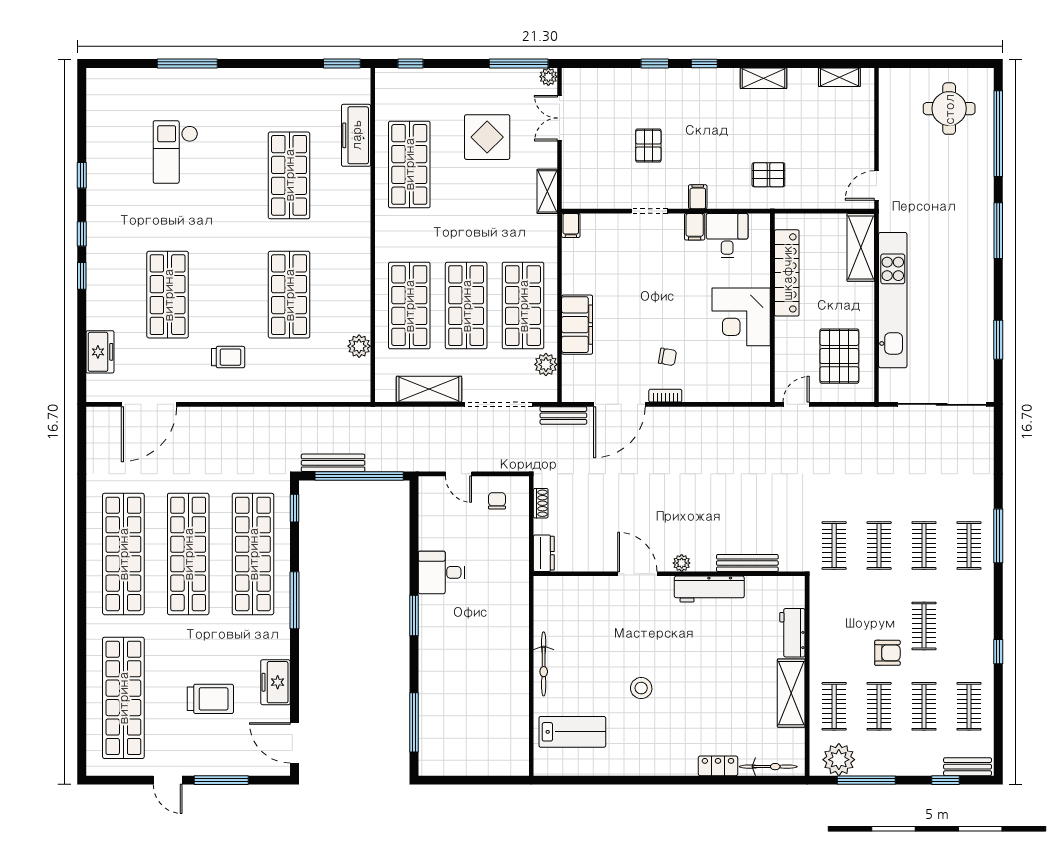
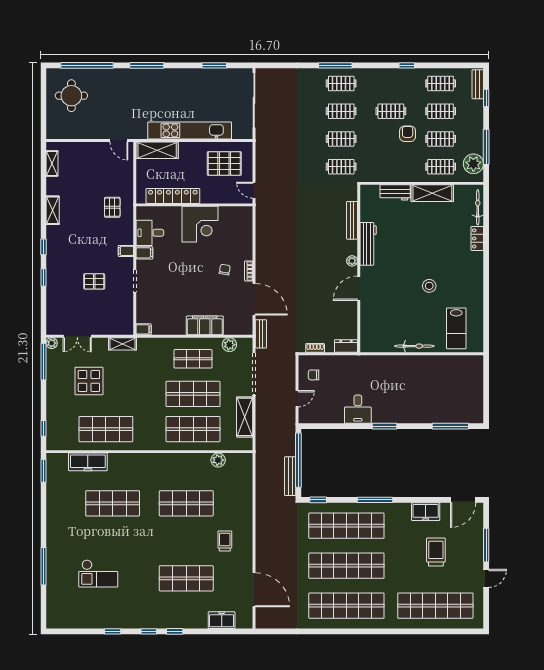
shop shelf: (523, 306) -> (193, 359), width x0.70, depth x0.74
lab bench: (572, 732) -> (456, 328), turned 180

